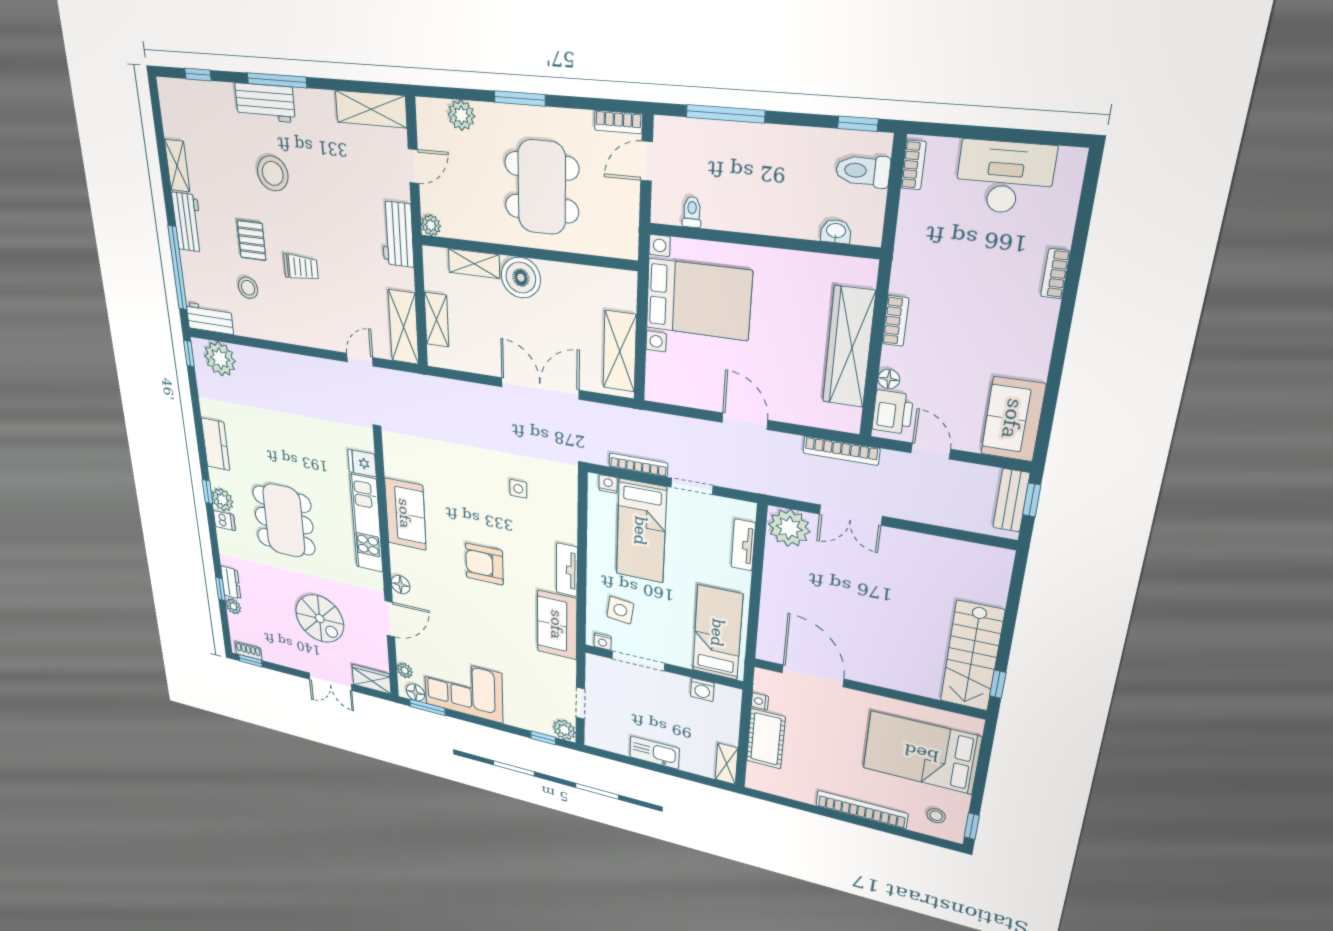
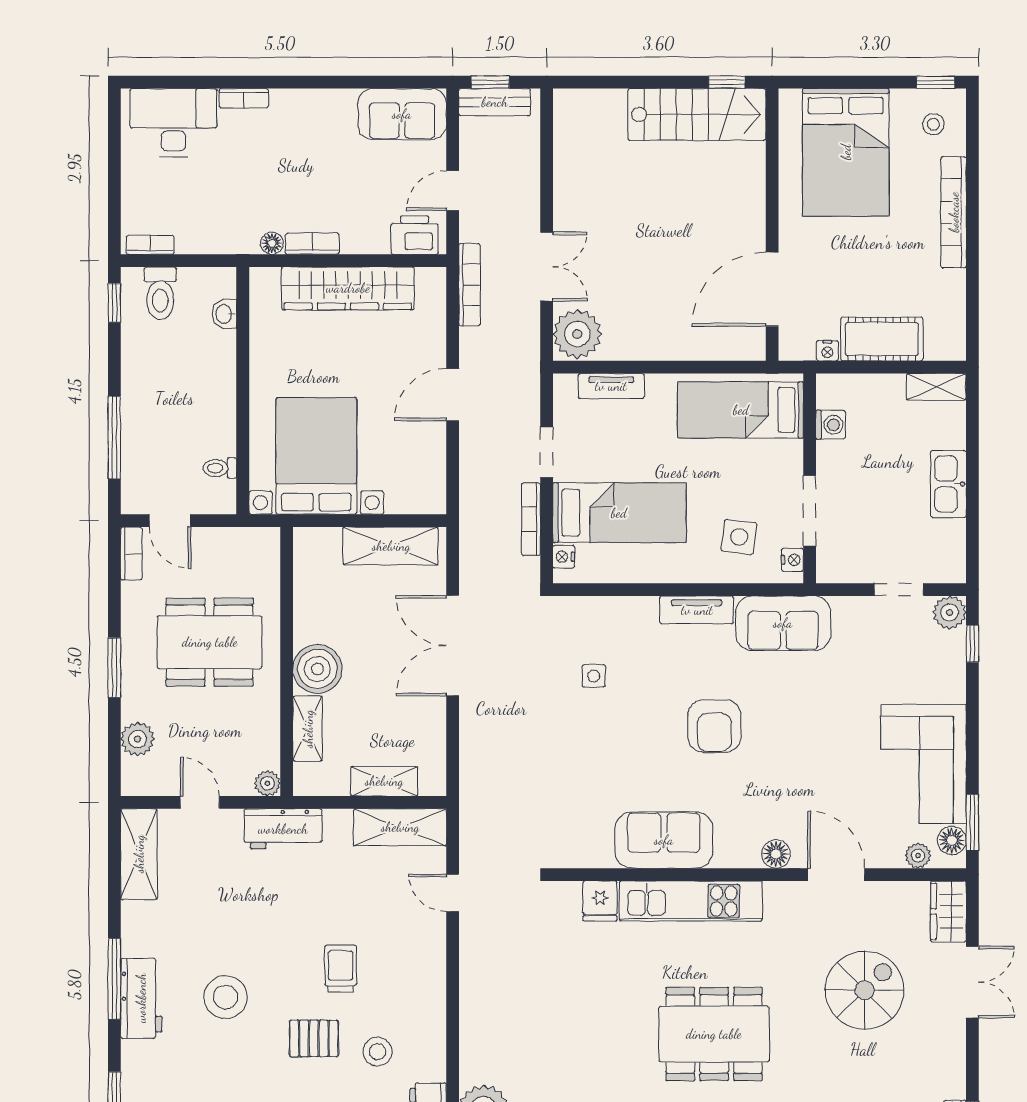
desk: (1005, 177) -> (173, 123), moved, turned 90
floor lamp: (889, 379) -> (272, 243), moved

